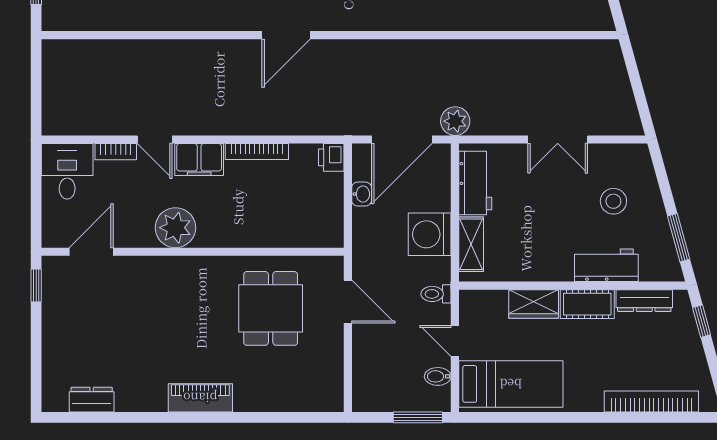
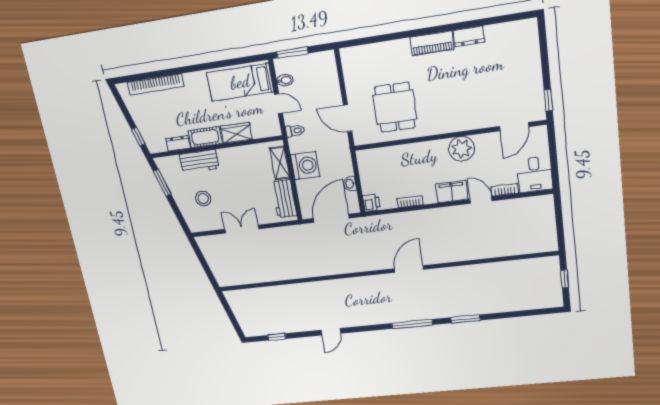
plant: (455, 121) -> (302, 232), removed
bookcase: (257, 151) -> (410, 202), width x0.64
dresser: (644, 301) -> (178, 143), width x0.70
dresser: (92, 400) -> (469, 36), moved

